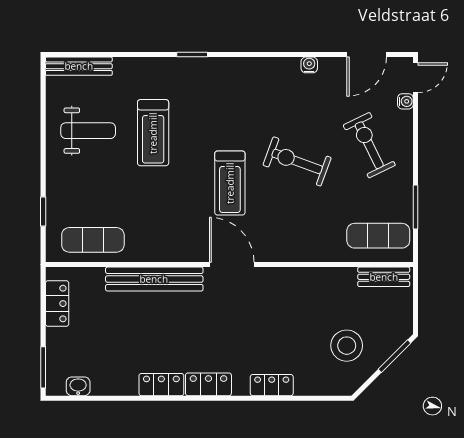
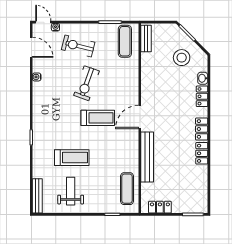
exercise bike: (369, 145) -> (78, 46), turned 40
washbasin: (78, 386) -> (203, 78), moved

